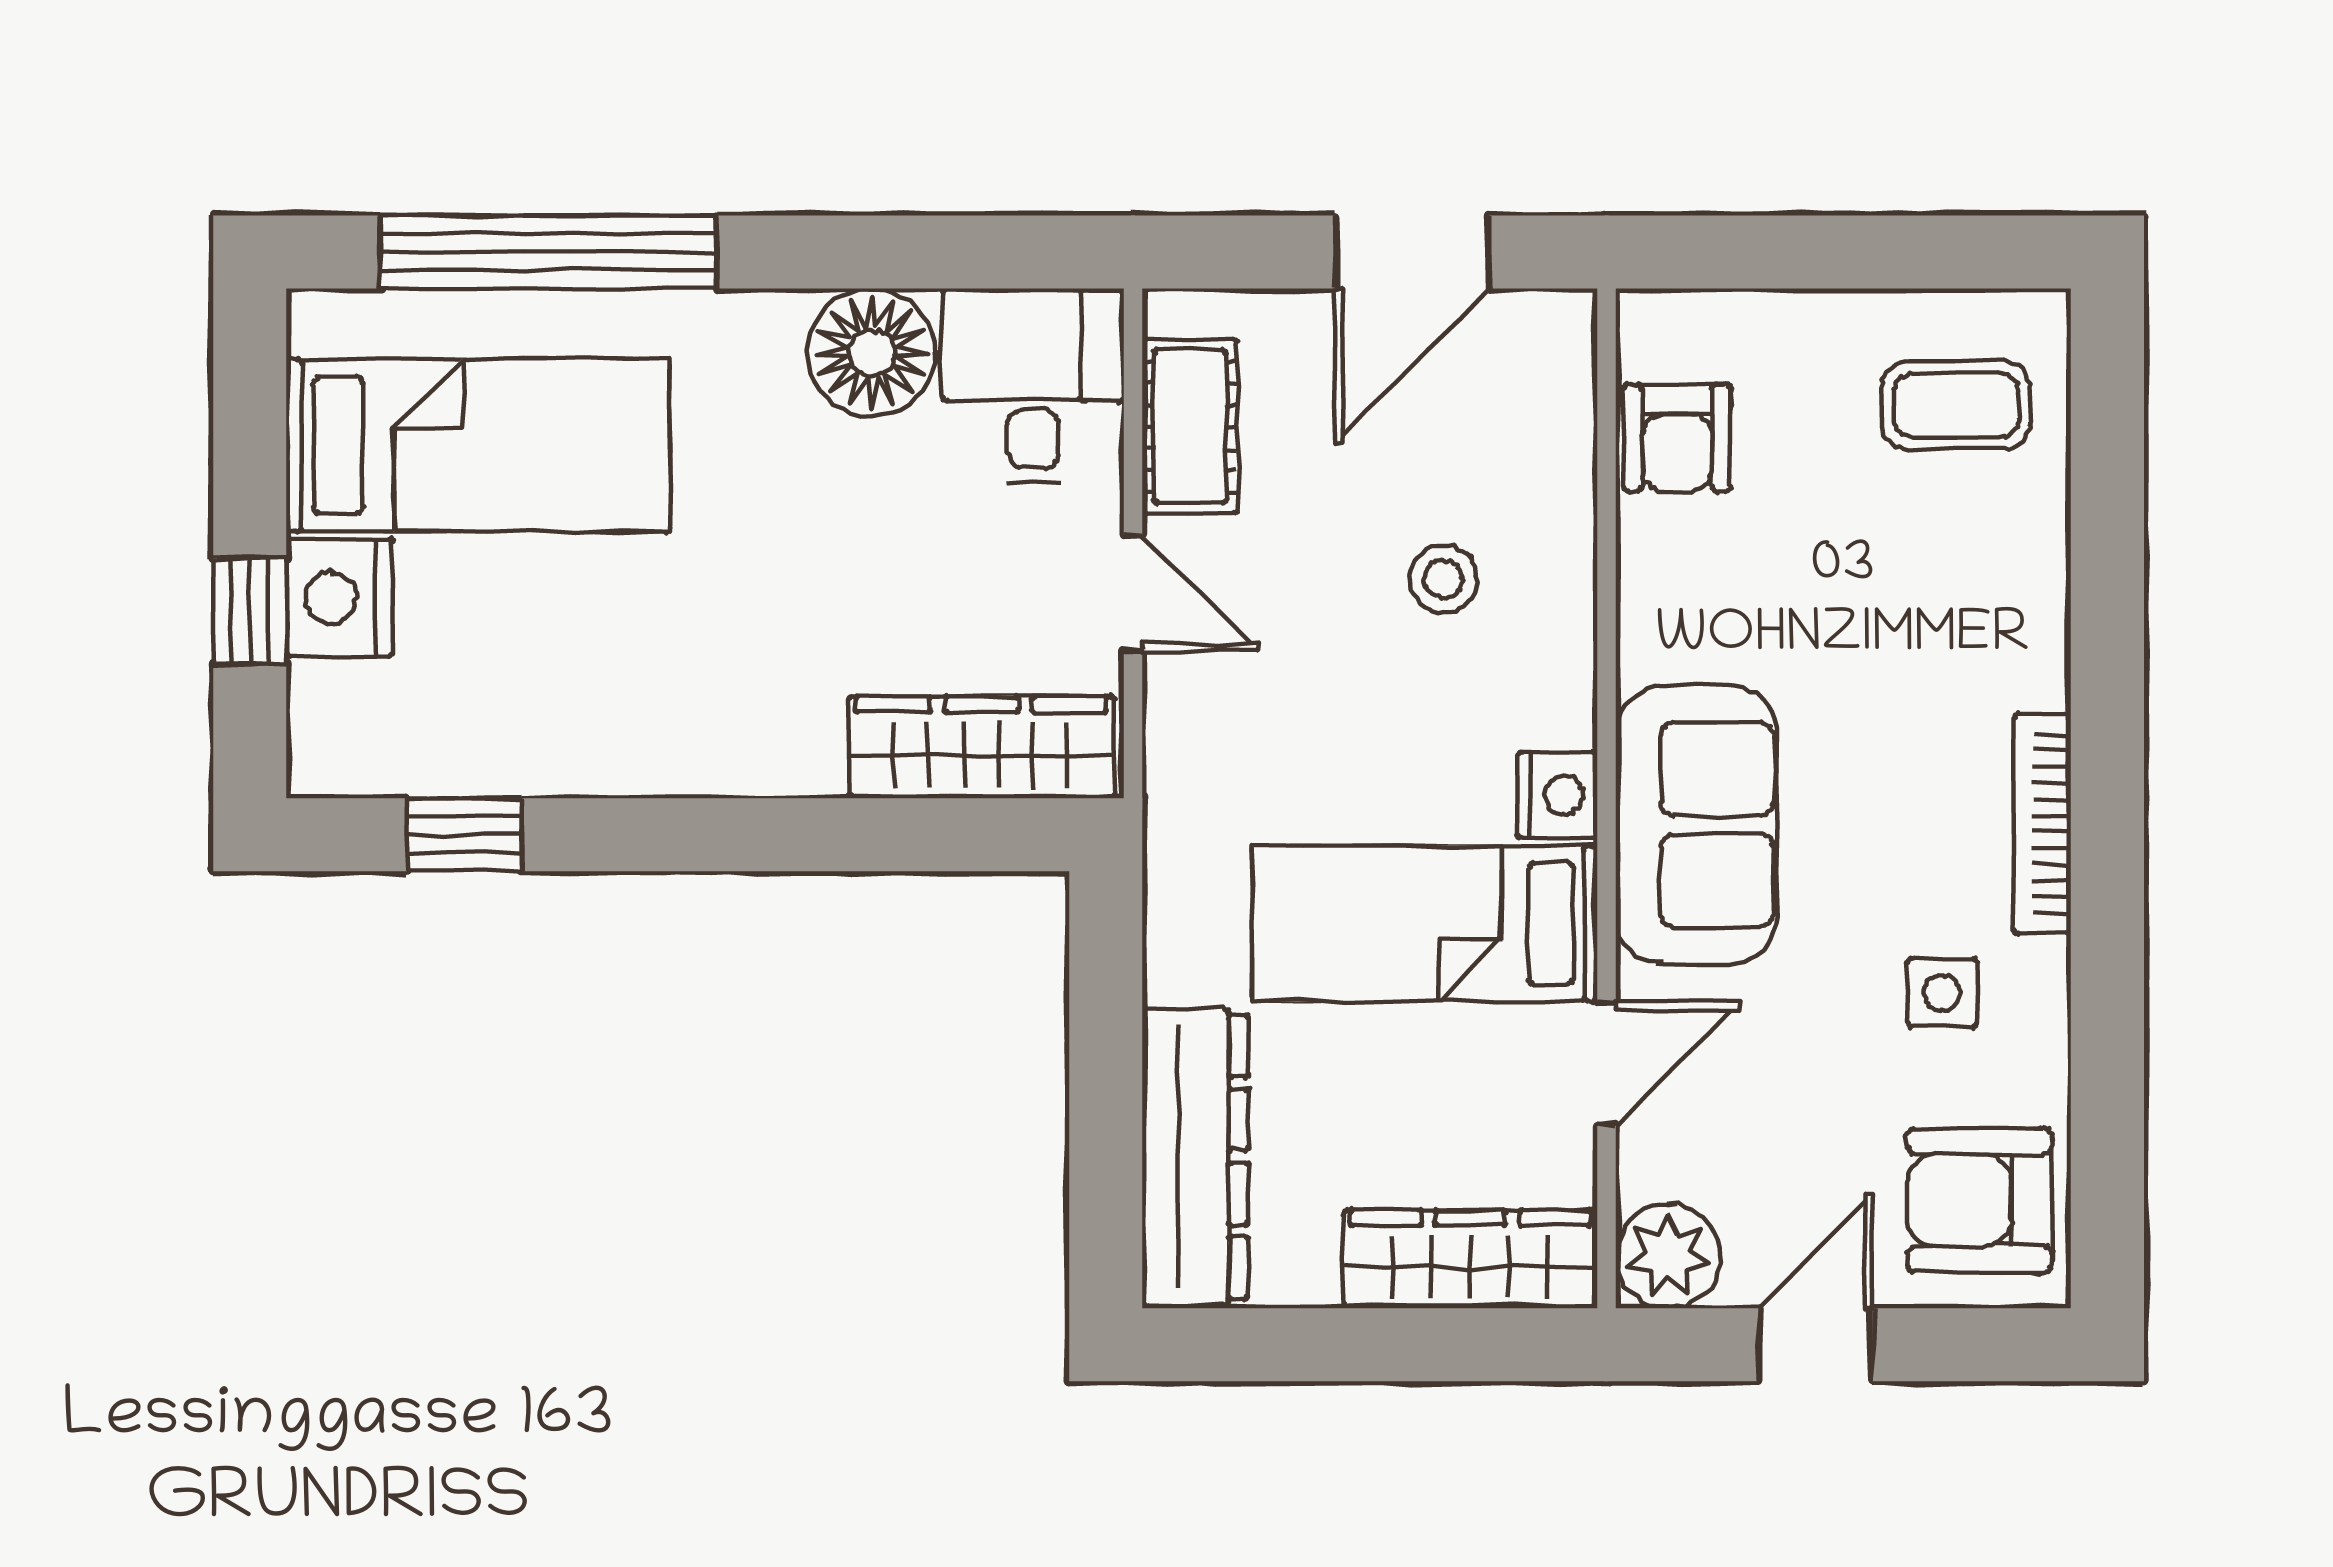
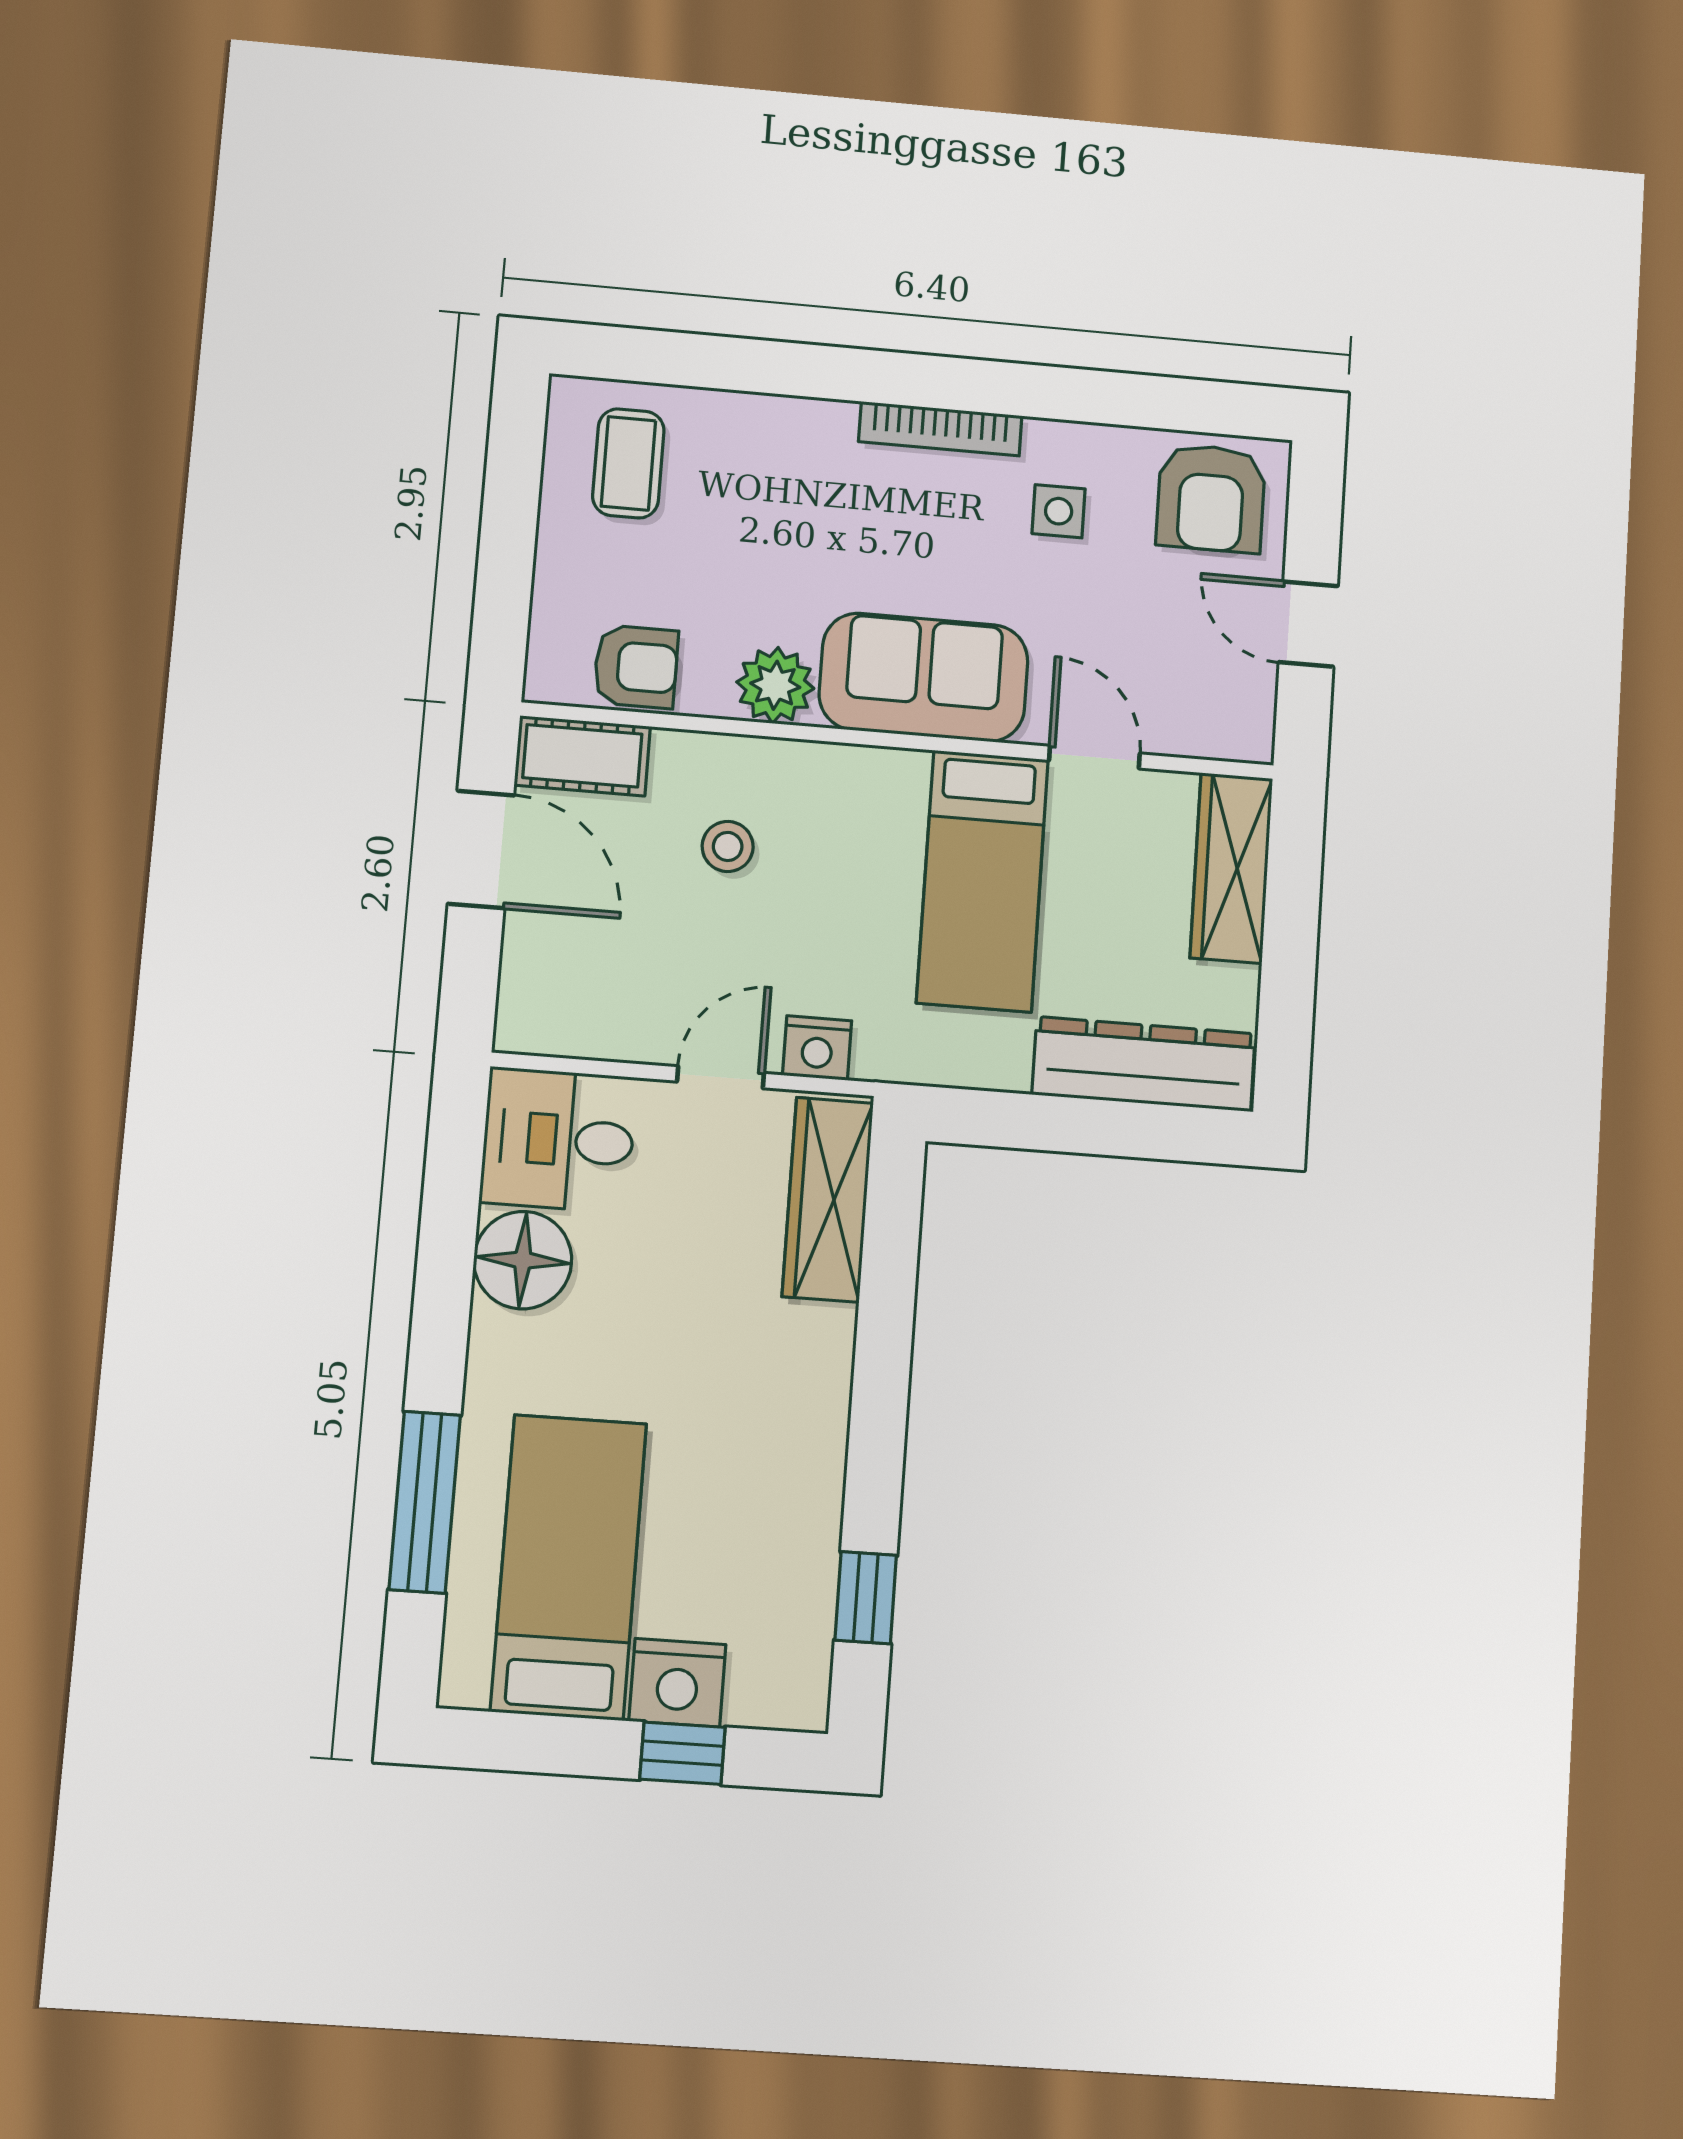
window: (548, 252) -> (425, 1502), width x0.68
cot: (1190, 426) -> (582, 756), moved
nightstand: (1557, 795) -> (817, 1048), moved, turned 180
plant: (1668, 1256) -> (775, 685), moved

